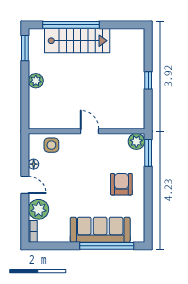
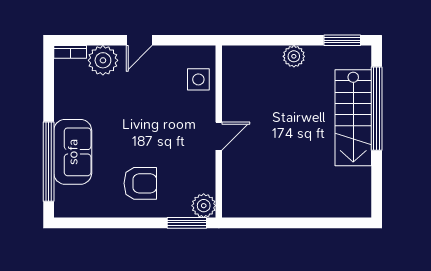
window: (148, 80) -> (294, 223), removed
floor lamp: (34, 164) -> (170, 53), removed
sofa: (100, 230) -> (73, 152), width x0.73

